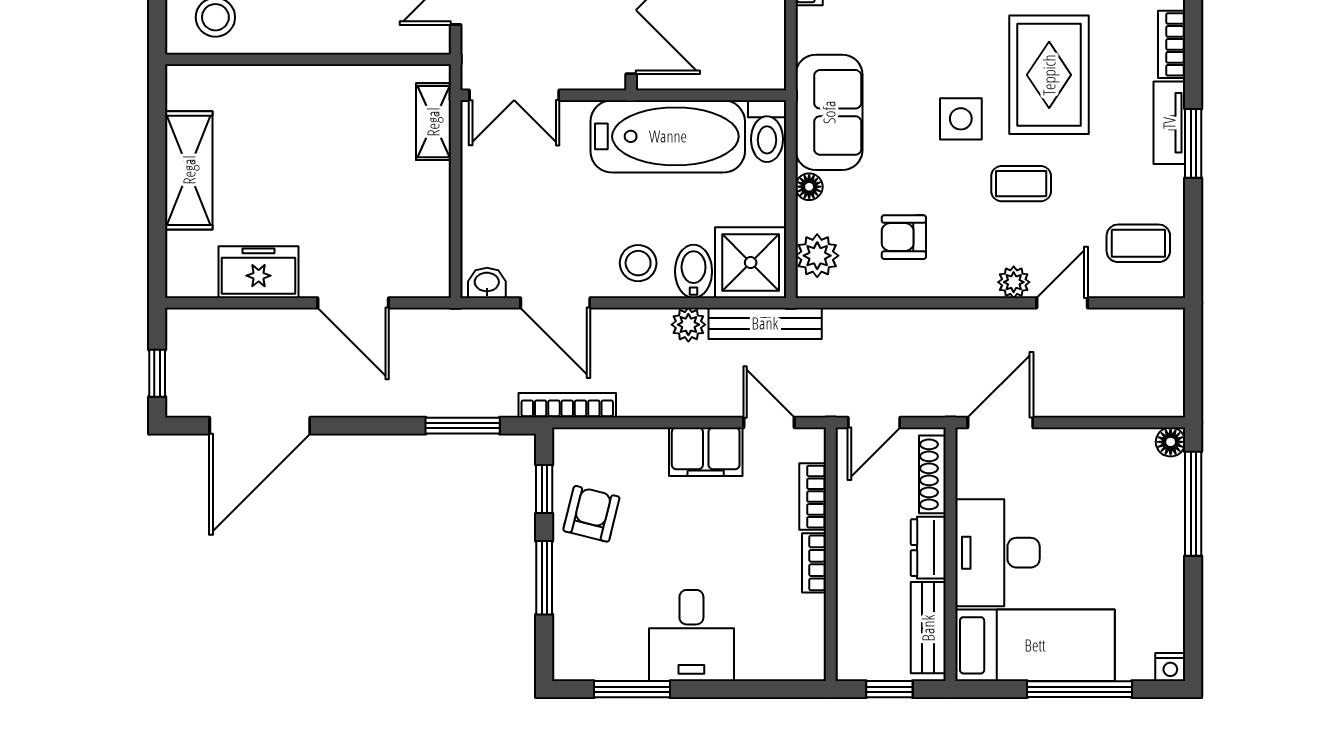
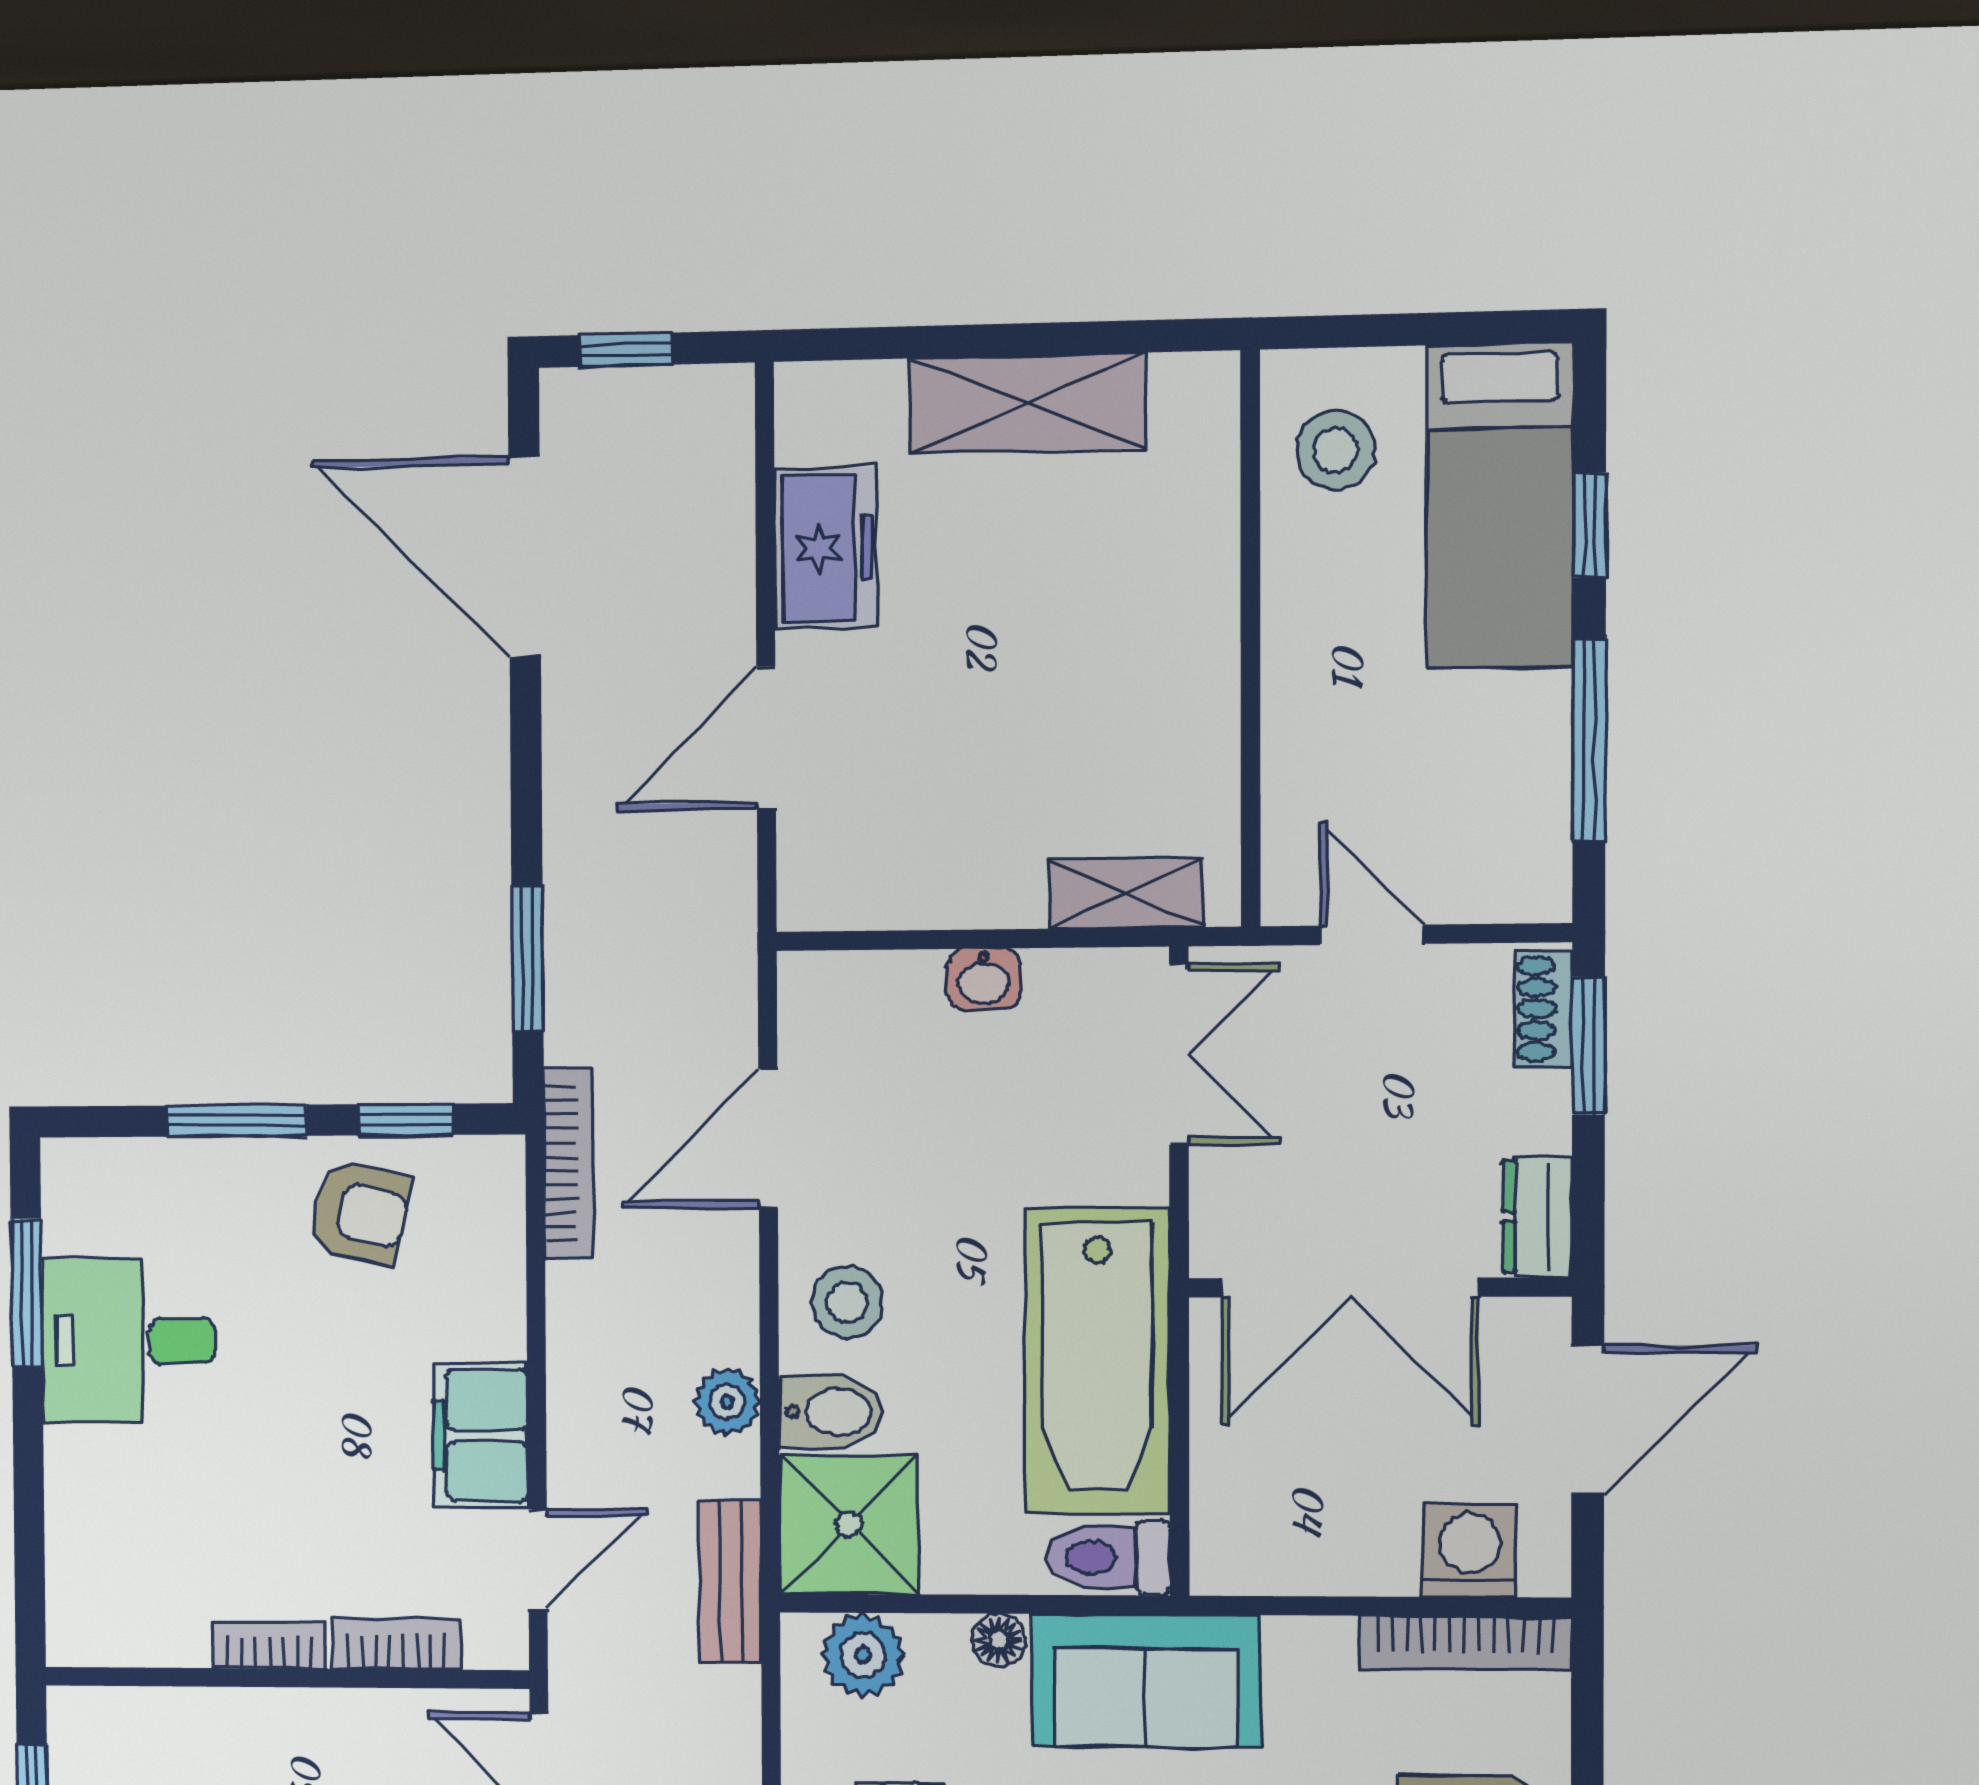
double door: (514, 95) -> (1179, 1054), swing flipped
washbasin: (487, 283) -> (984, 979), moved, turned 90
bench: (765, 323) -> (730, 1582), width x0.73
desk: (691, 636) -> (129, 1341), moved

